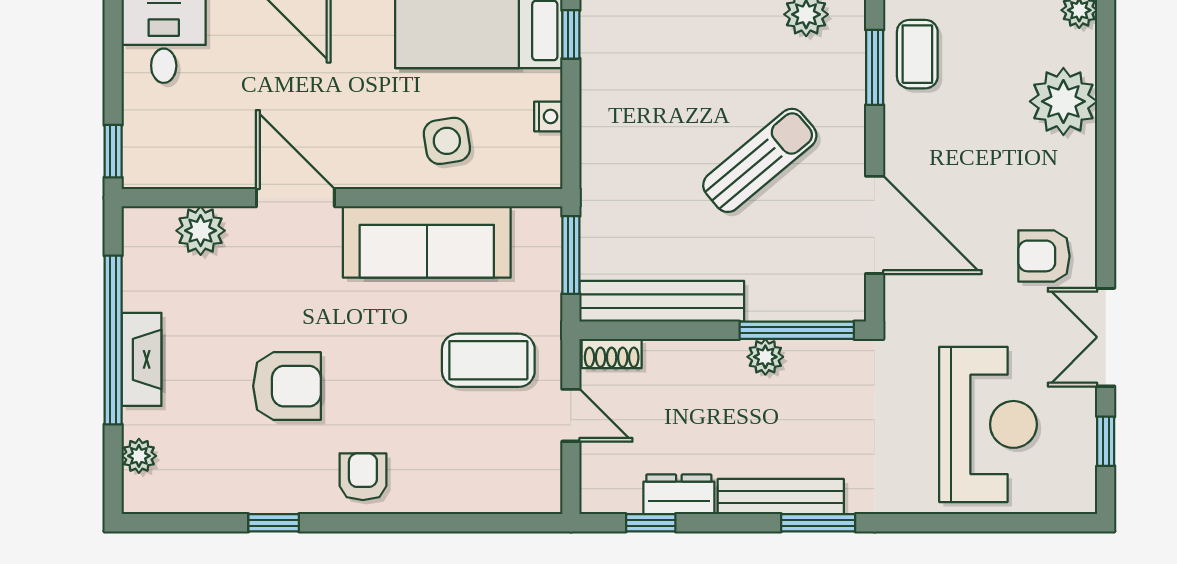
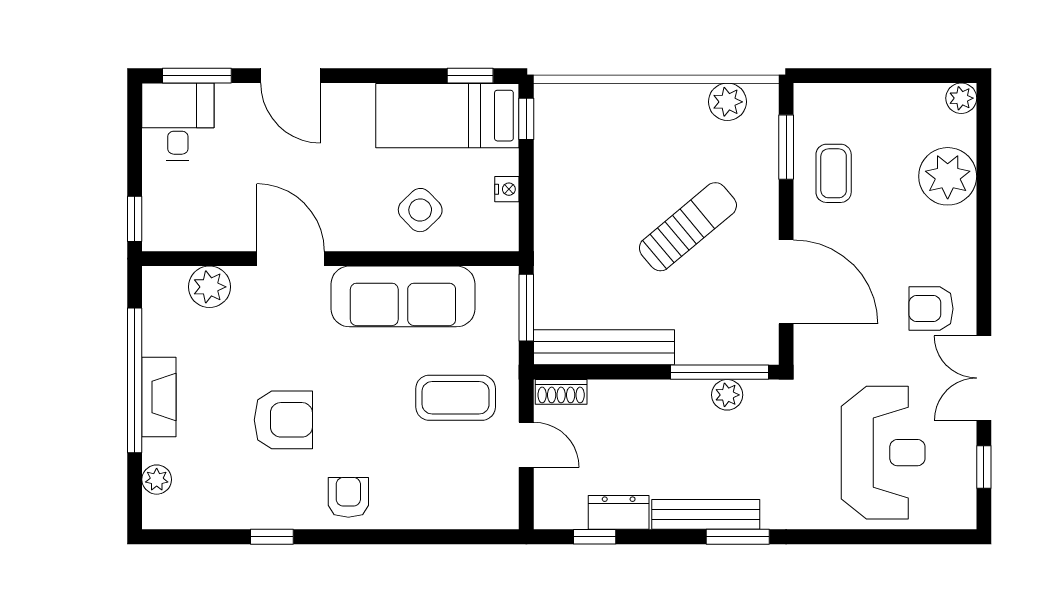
coffee table: (917, 54) -> (834, 173), moved
side table: (447, 141) -> (420, 210), turned -35
plant: (765, 357) -> (727, 395), moved

